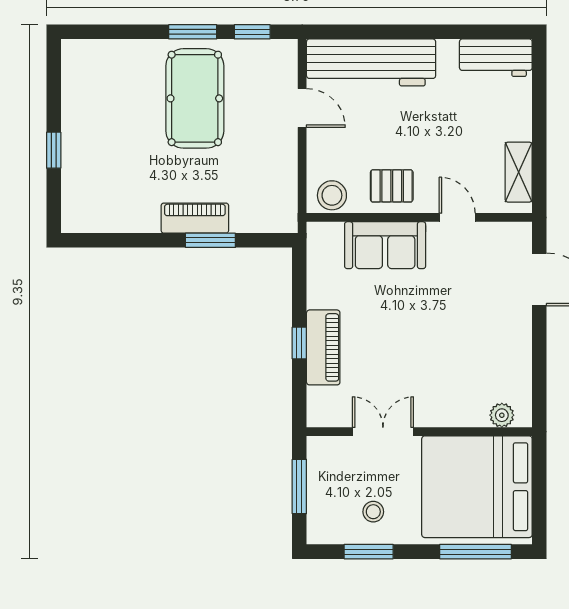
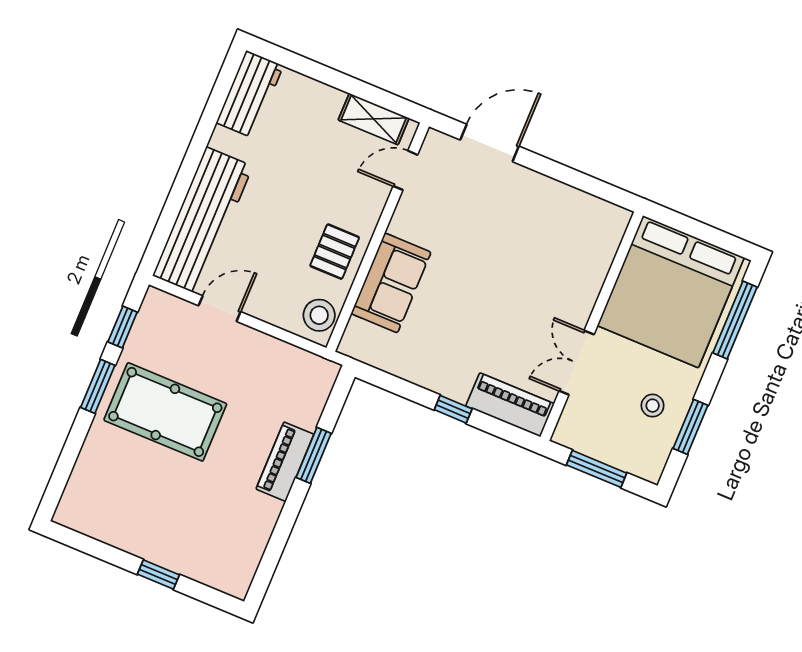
door: (457, 217) -> (405, 170), moved
piano: (323, 347) -> (510, 405), moved
plant: (502, 415) -> (610, 237), removed

